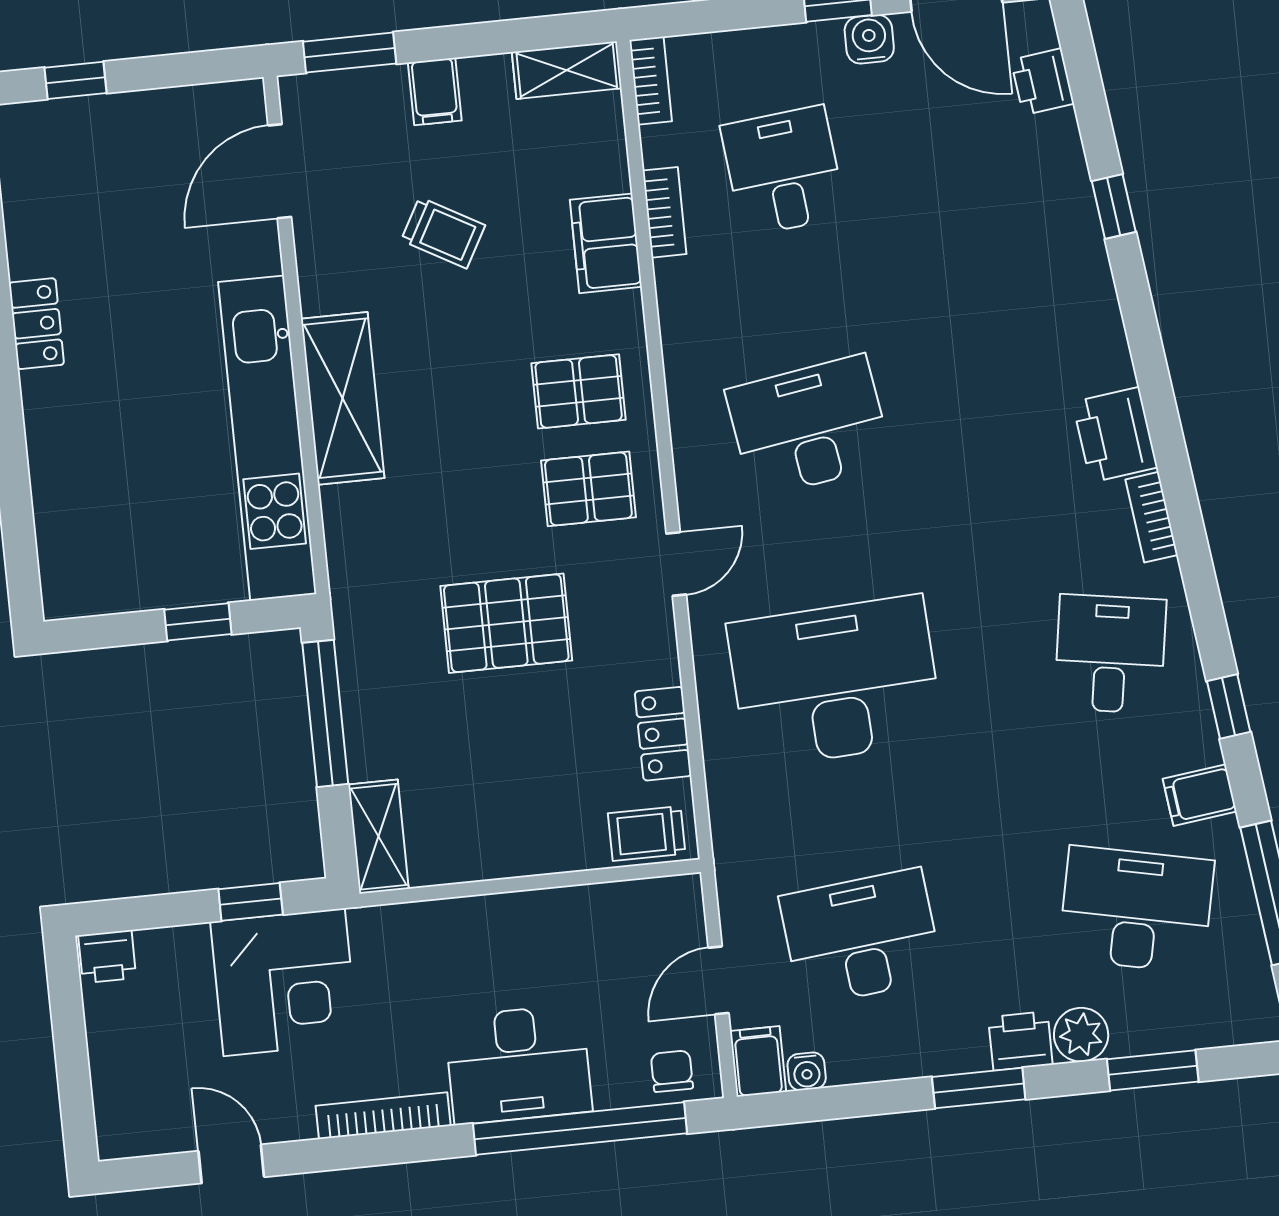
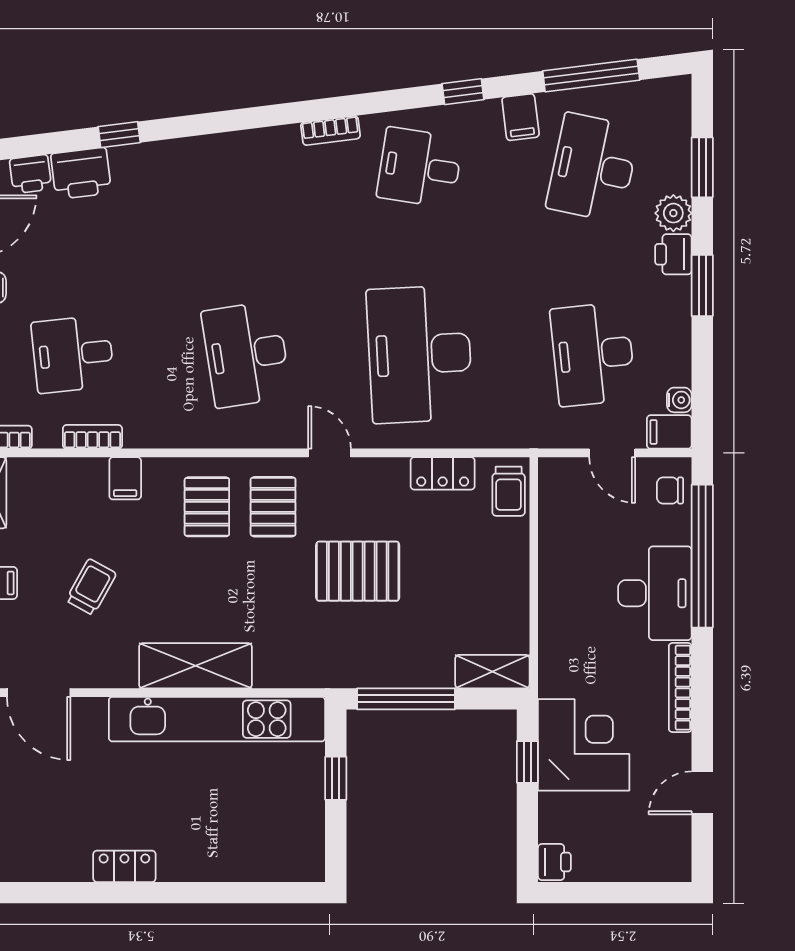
filing cabinet: (606, 243) -> (125, 478), width x0.50
printer: (1115, 435) -> (81, 173), moved
pallet: (506, 623) -> (358, 571), turned 90

